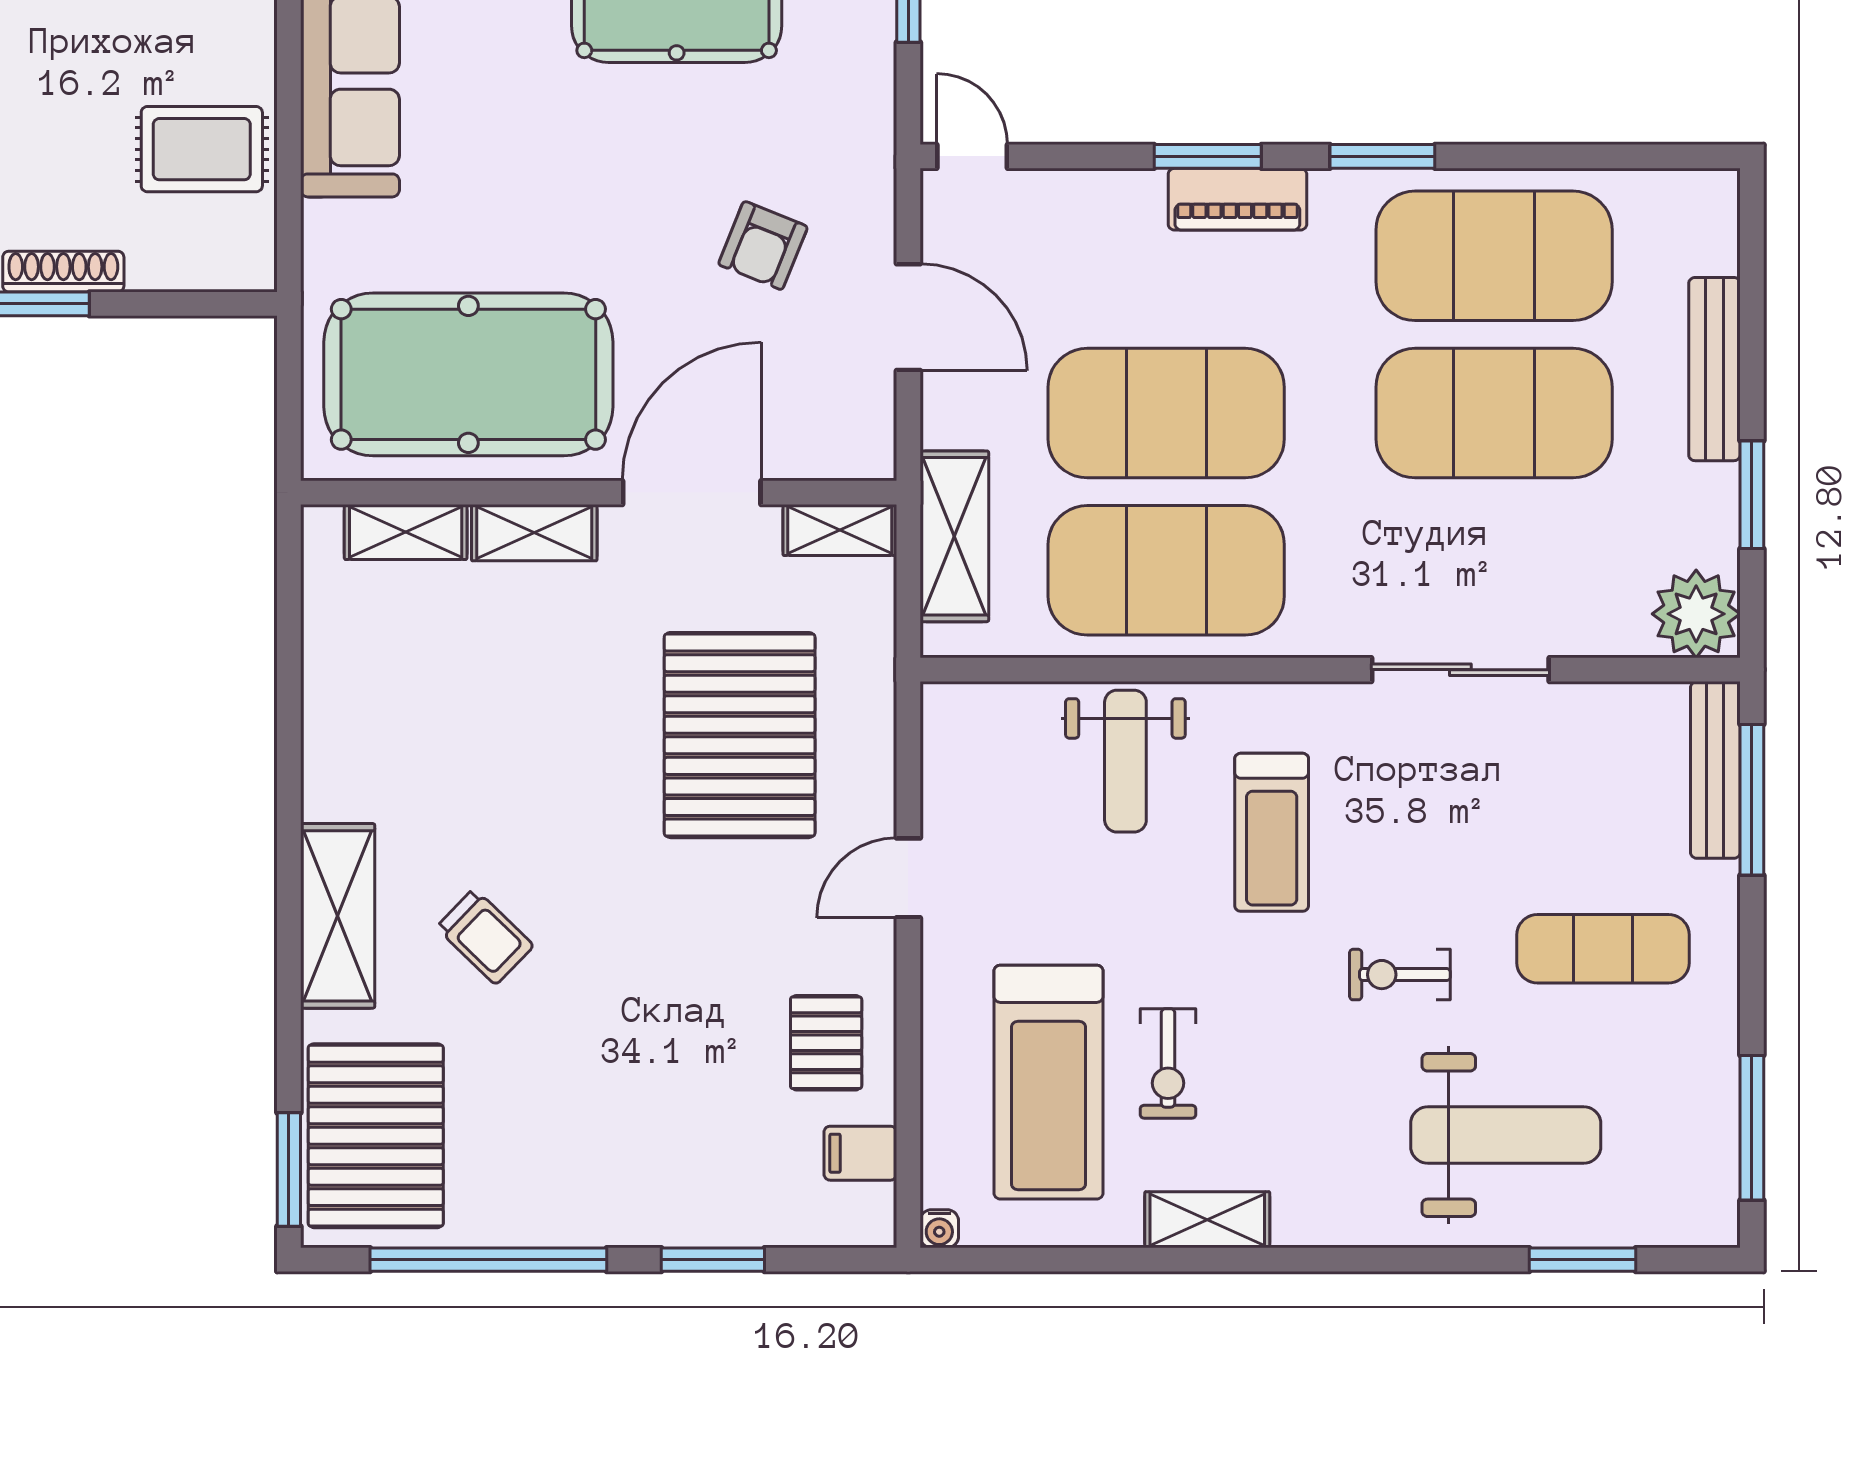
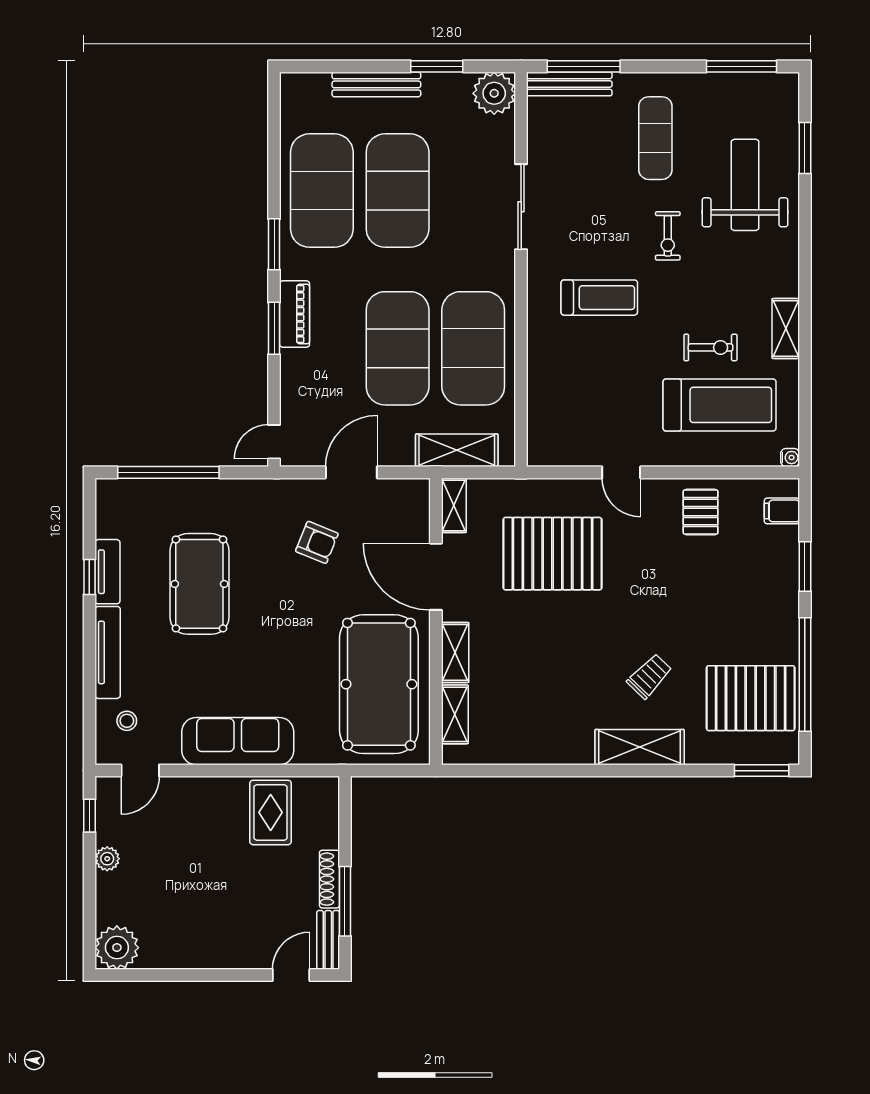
weight bench: (1125, 761) -> (565, 368), removed
pallet: (826, 1043) -> (701, 512), turned 90
pallet: (376, 1136) -> (751, 698), moved
filing cabinet: (860, 1153) -> (782, 511), moved, turned 90

